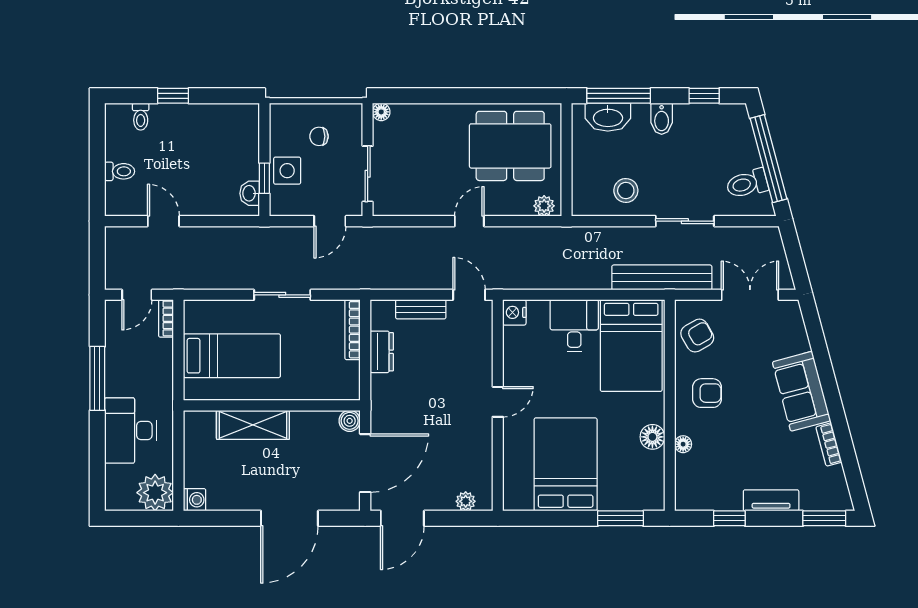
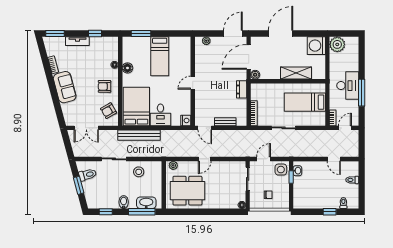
window: (769, 159) -> (79, 185), width x0.47
side table: (287, 171) -> (281, 170), moved
bench: (662, 277) -> (139, 135), moved
dresser: (382, 352) -> (242, 89), moved
desk: (130, 431) -> (348, 86), moved
bed: (566, 464) -> (160, 56), width x0.67
washing machine: (195, 500) -> (316, 46), width x1.89, depth x1.89

